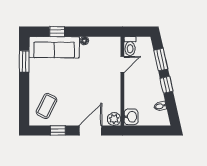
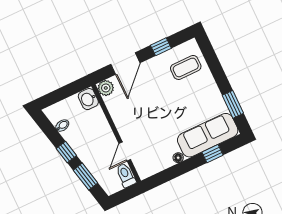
coffee table: (47, 106) -> (186, 67), turned 64

